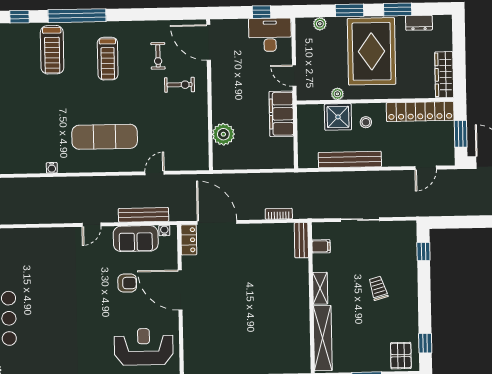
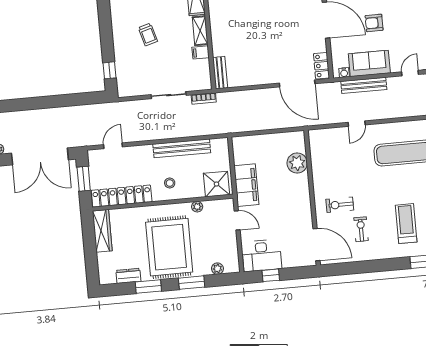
shower: (338, 117) -> (216, 184), moved
bookcase: (279, 214) -> (204, 98), moved
filing cabinet: (321, 246) -> (201, 52), moved

